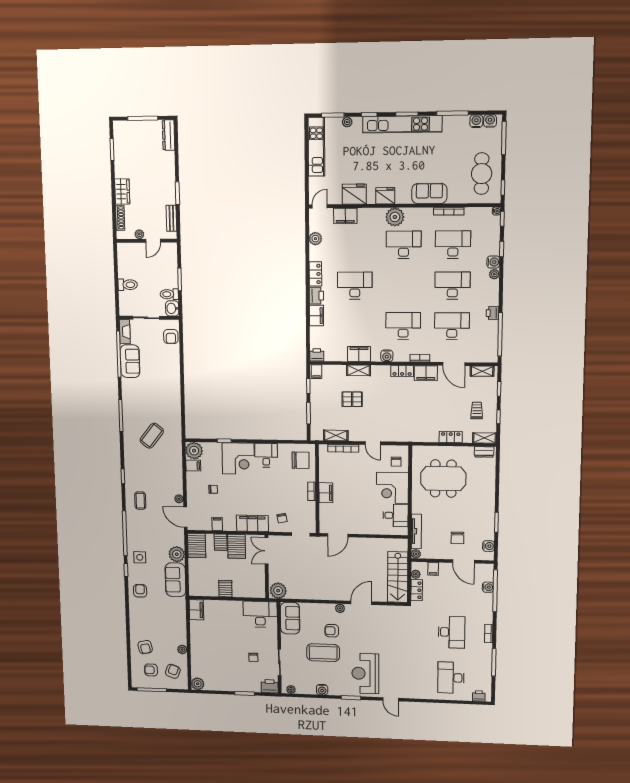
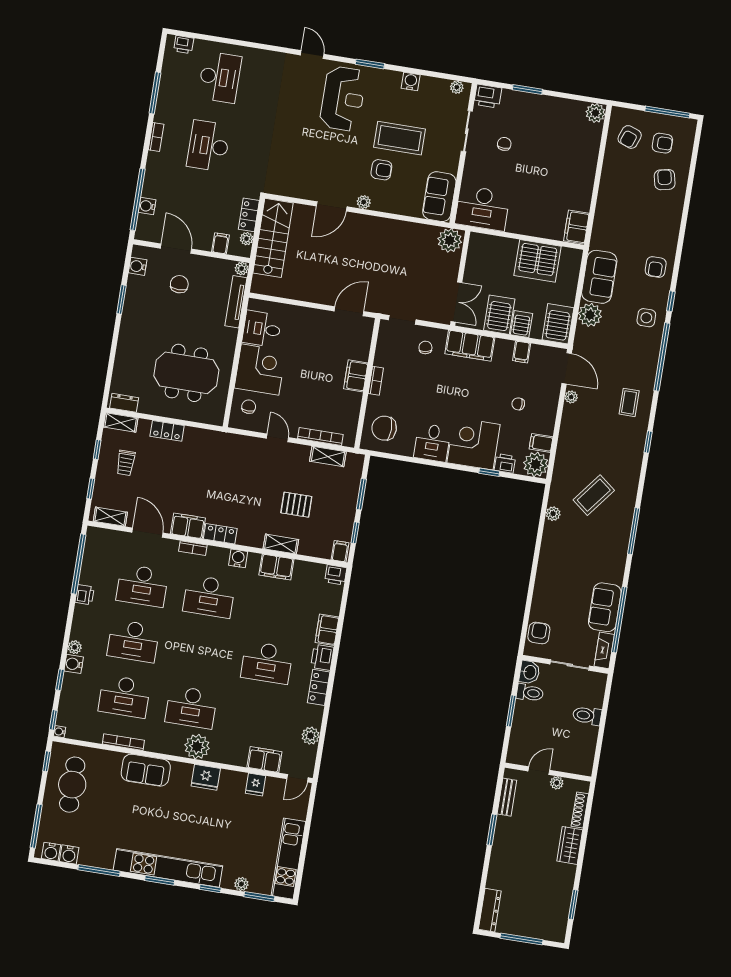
fridge: (354, 194) -> (256, 784), width x0.53, depth x0.75
printer: (215, 448) -> (505, 463), added
server rack: (225, 589) -> (537, 261), width x2.18, depth x1.44
plant: (182, 649) -> (553, 514), moved

